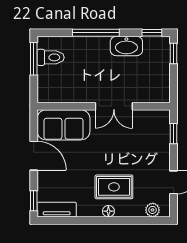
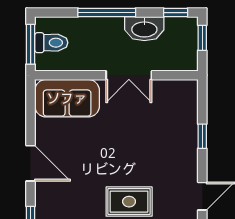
wall: (104, 106) -> (116, 75), moved
double door: (114, 106) -> (129, 75), moved
sofa: (63, 125) -> (67, 98), moved

